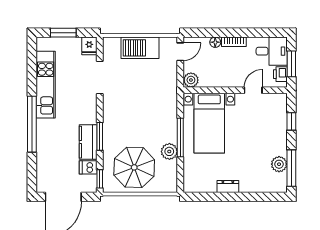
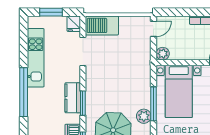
floor lamp: (215, 42) -> (184, 21), removed
barbecue: (140, 48) -> (102, 25), moved
kitchen counter: (88, 142) -> (73, 98), moved

